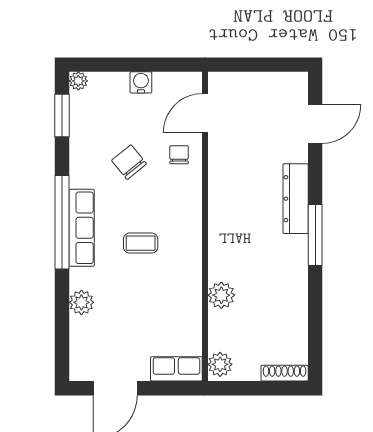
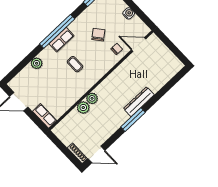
door: (315, 124) -> (96, 154), moved
row of seats: (82, 228) -> (61, 40), width x0.68
plant: (220, 364) -> (92, 98), moved

